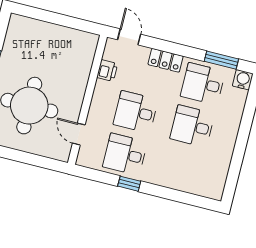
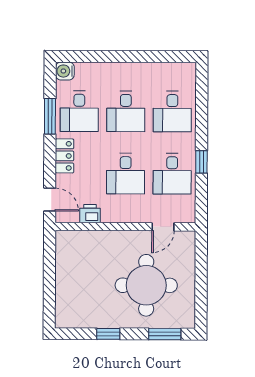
door: (129, 37) -> (50, 200), swing flipped
window: (221, 60) -> (50, 116), moved
desk: (182, 169) -> (172, 112), added

